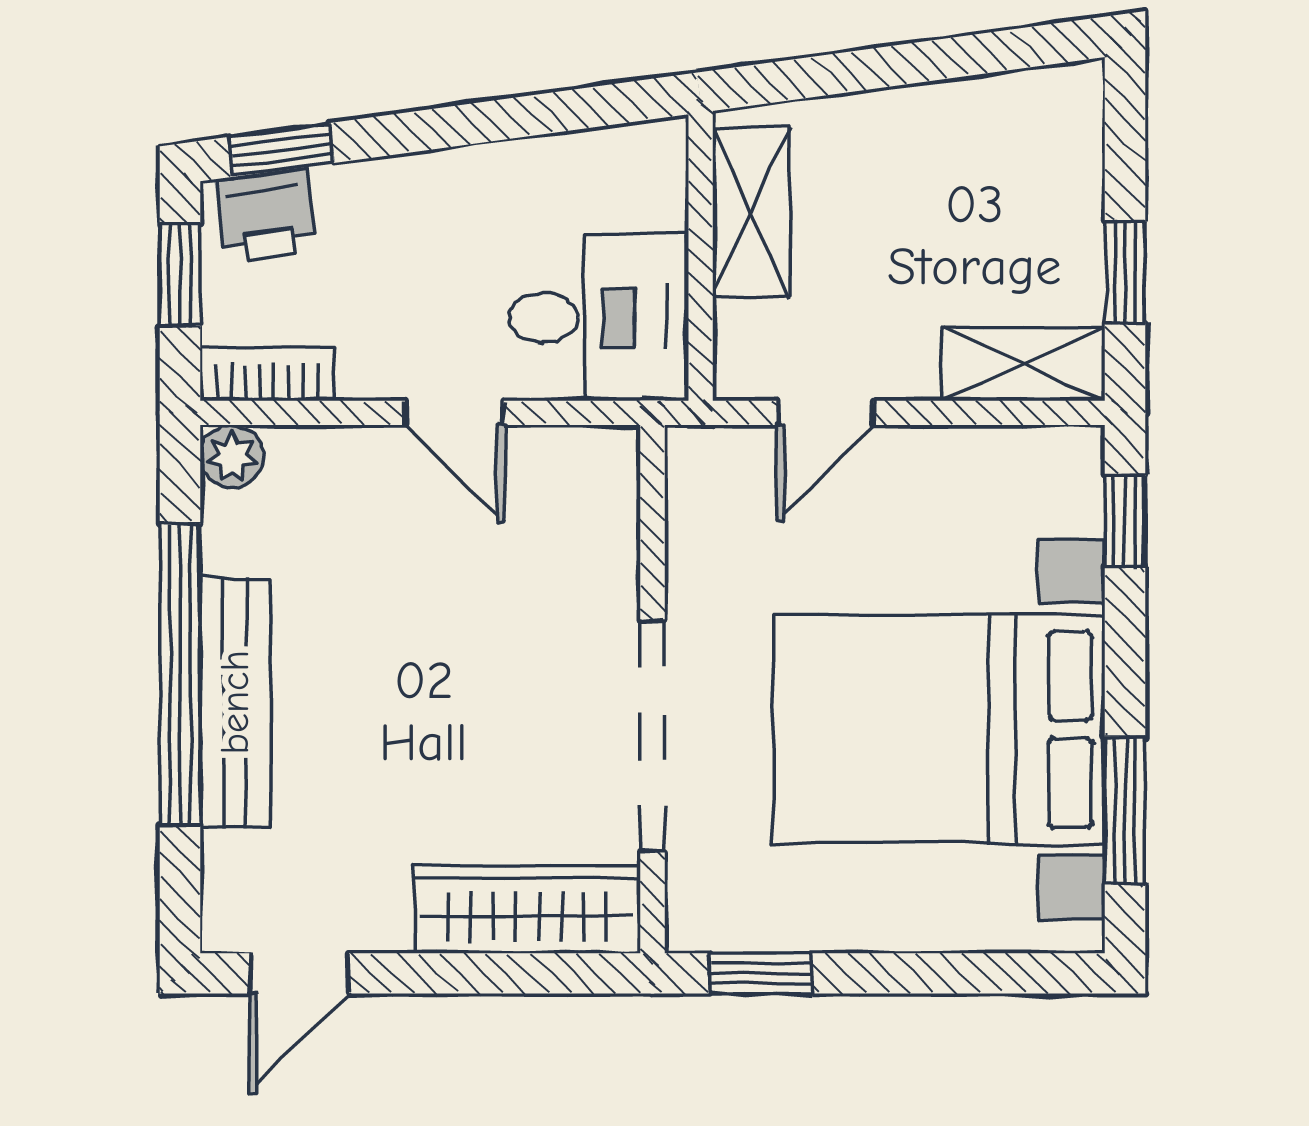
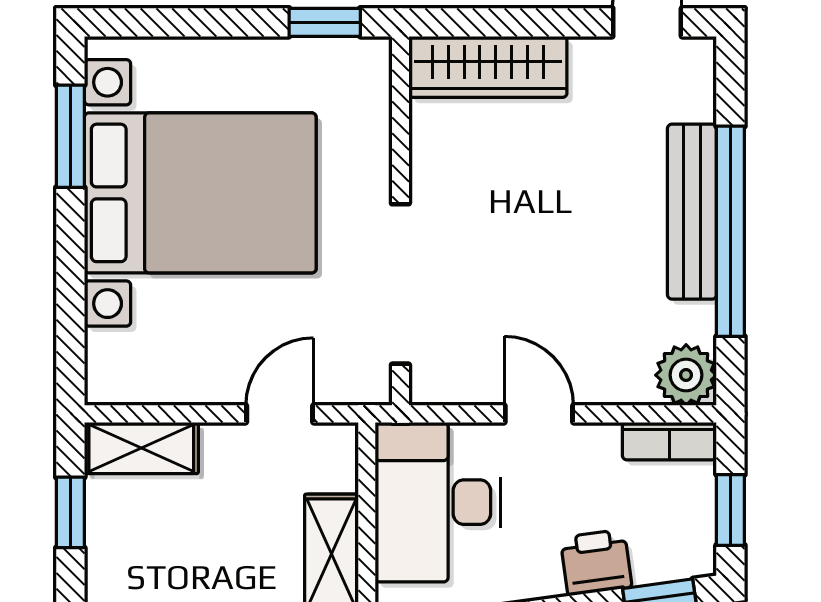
printer: (266, 215) -> (596, 562), moved
desk: (599, 317) -> (438, 502), width x1.37
plant: (232, 457) -> (686, 375), width x1.38, depth x1.38
window: (1125, 521) -> (70, 338), removed
doorway: (652, 736) -> (400, 284), moved

